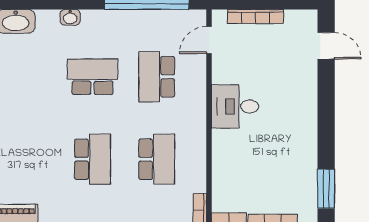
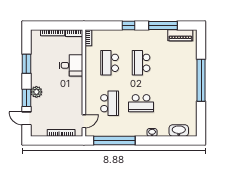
window: (326, 88) -> (26, 98), added
plant: (306, 100) -> (36, 92), added
desk: (235, 106) -> (71, 65), moved
window: (326, 189) -> (26, 64), moved

